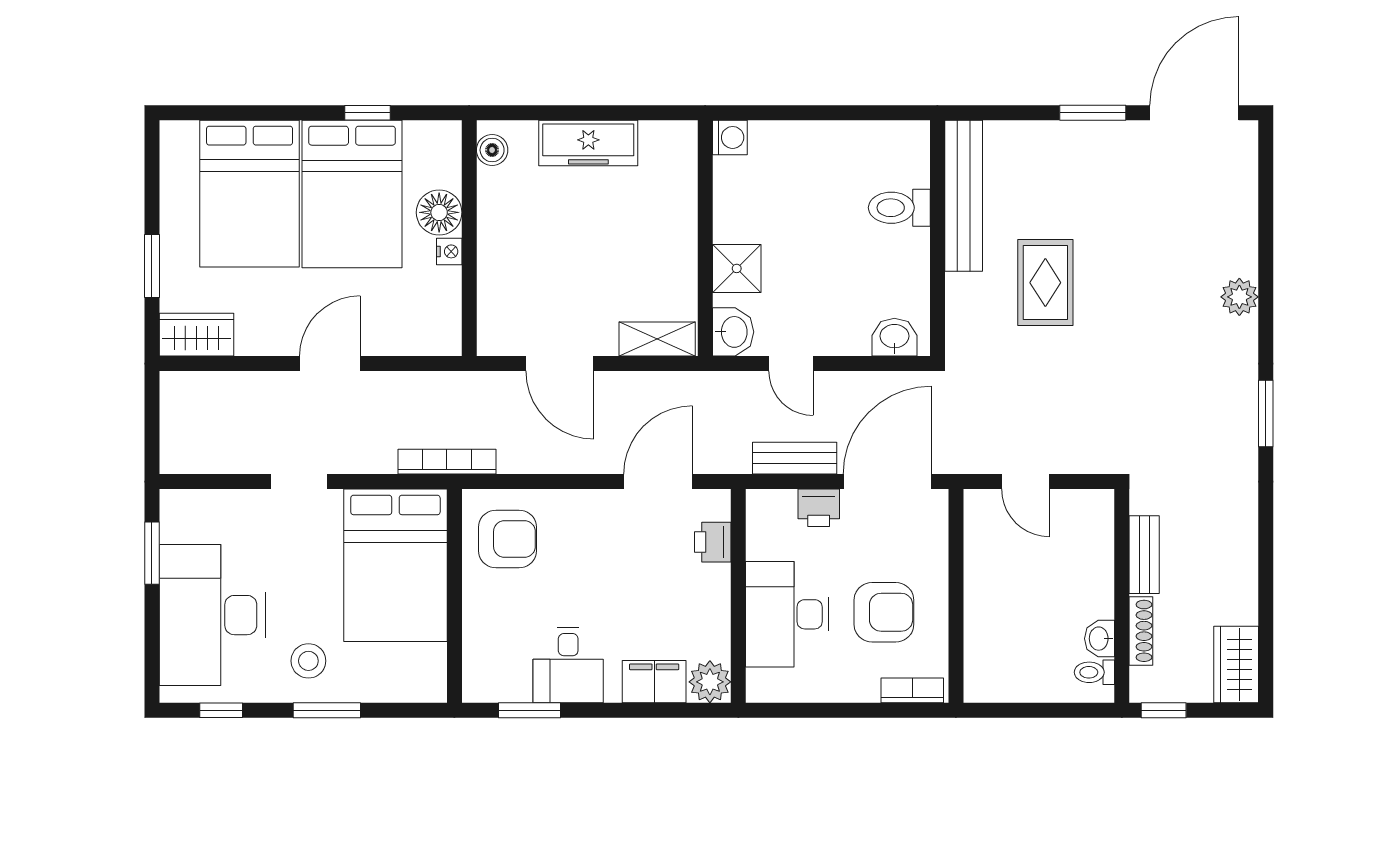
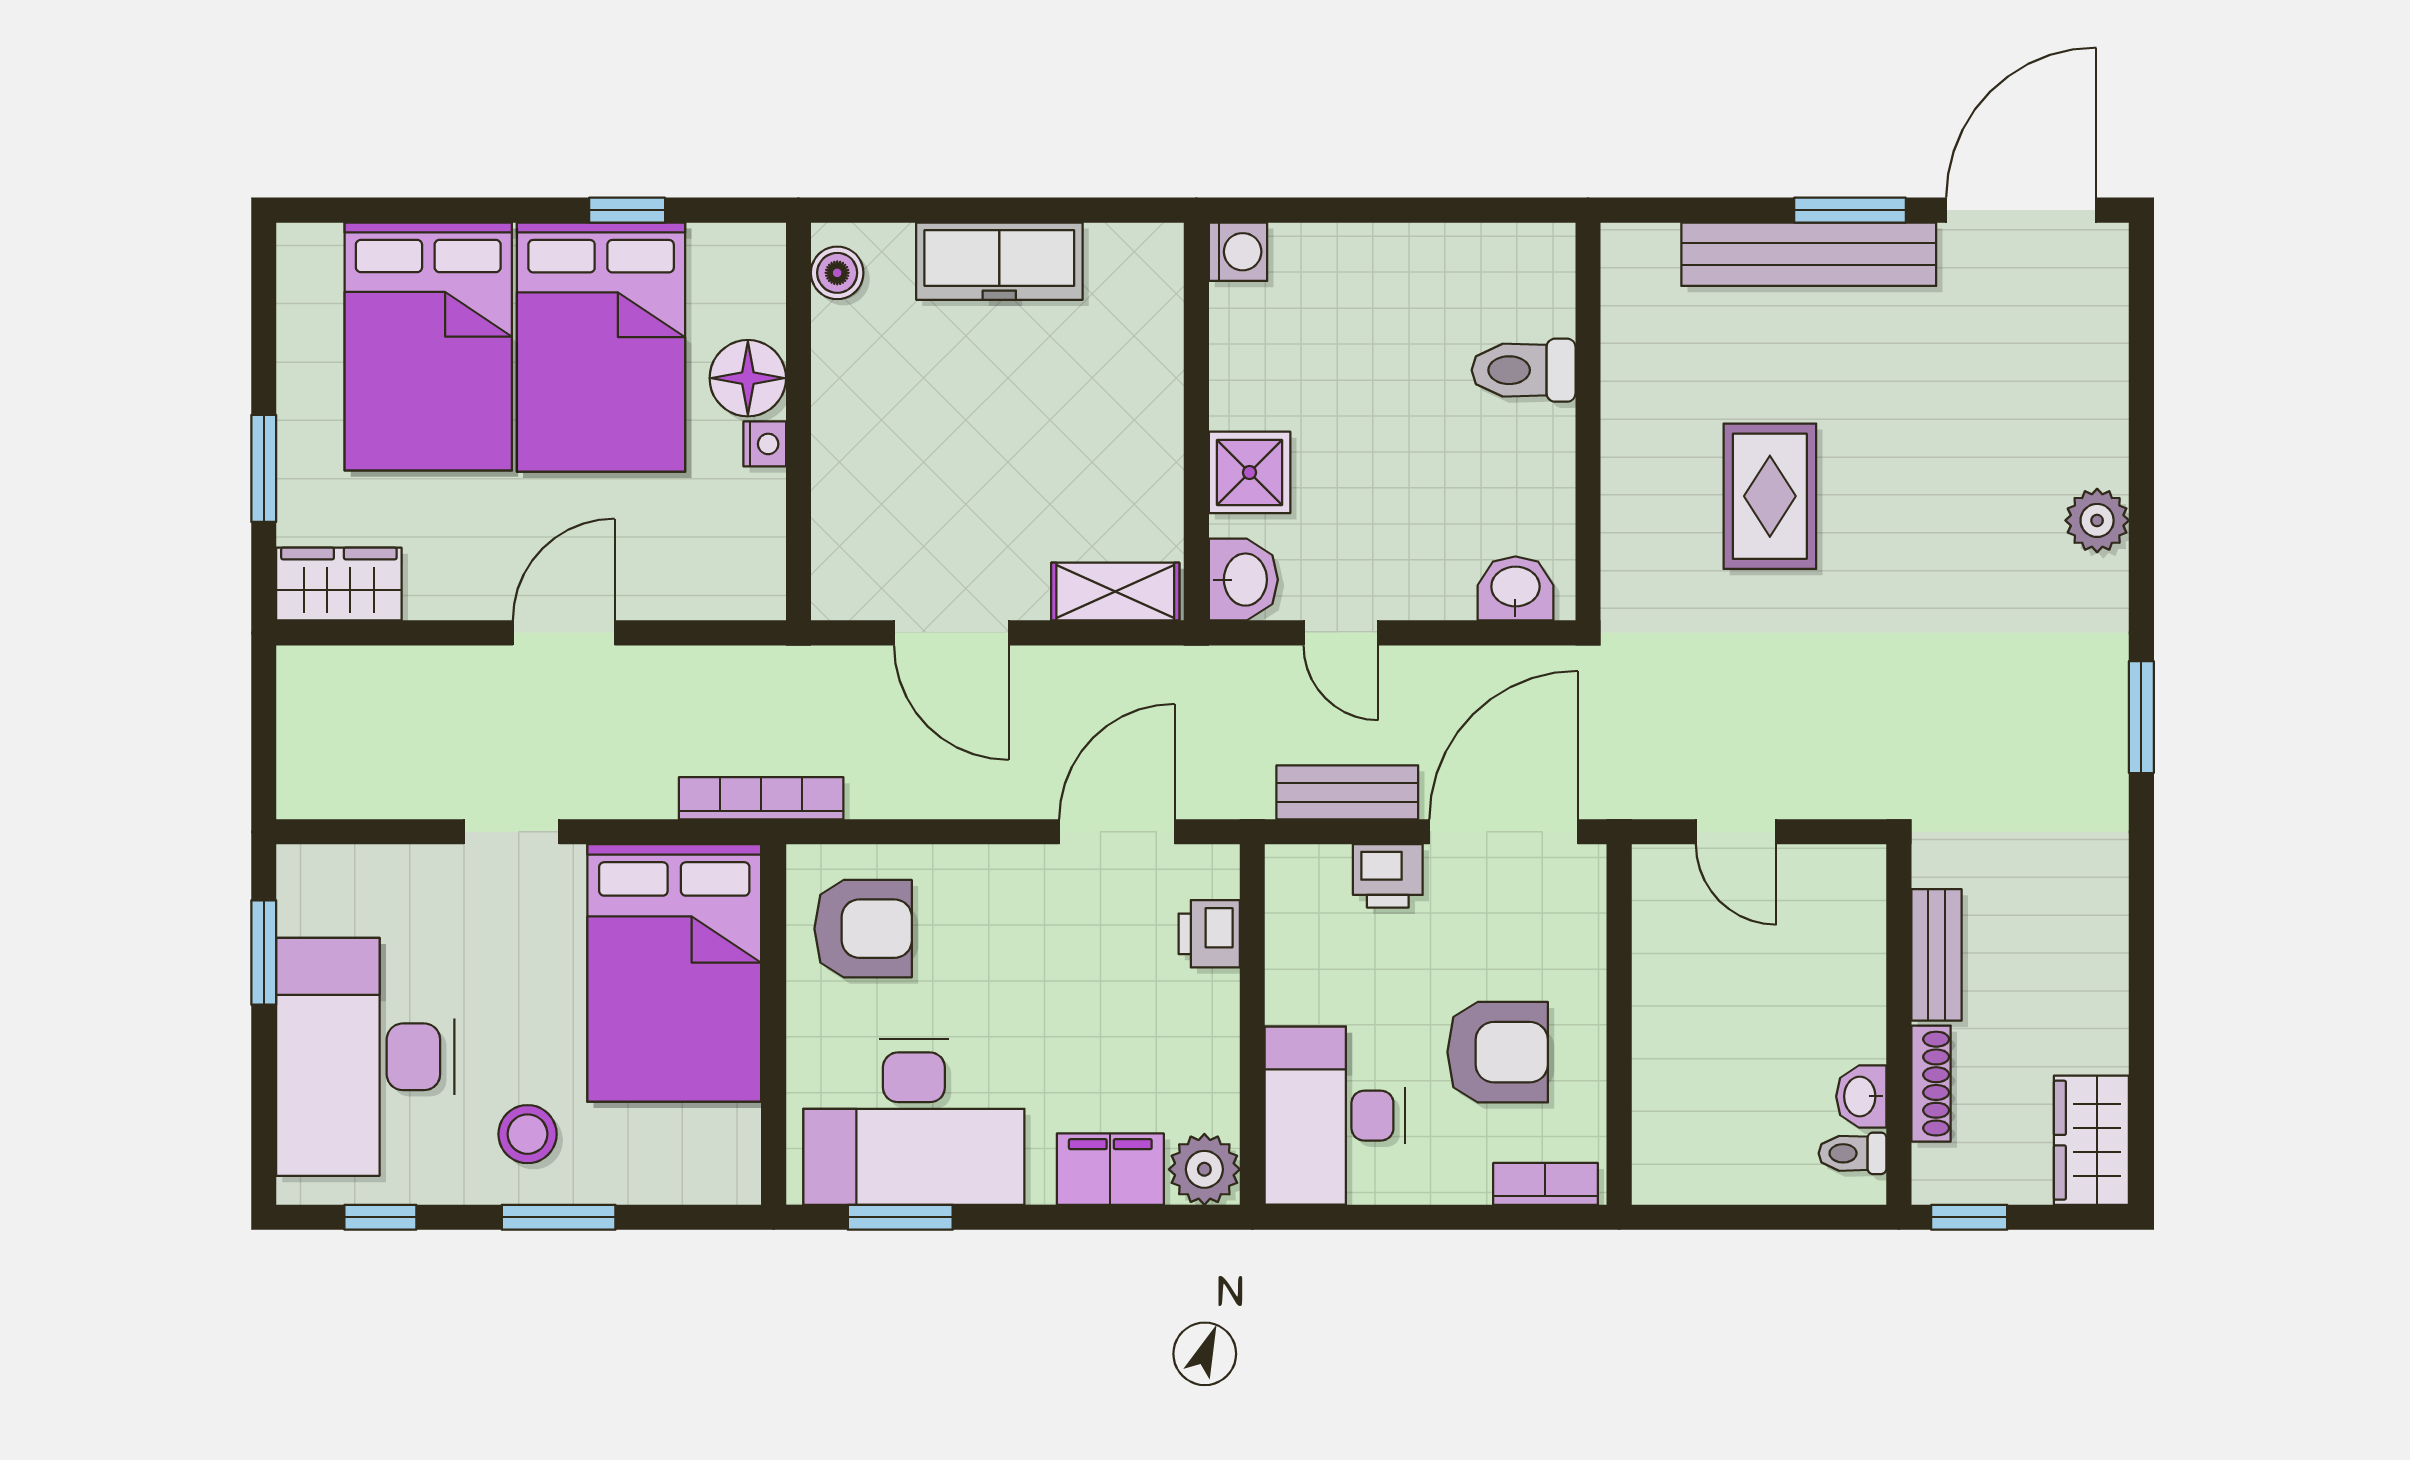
bench: (964, 196) -> (1809, 254), moved, turned 90
desk: (787, 614) -> (1335, 1116), moved
desk: (568, 665) -> (914, 1122), width x1.87, depth x1.30

